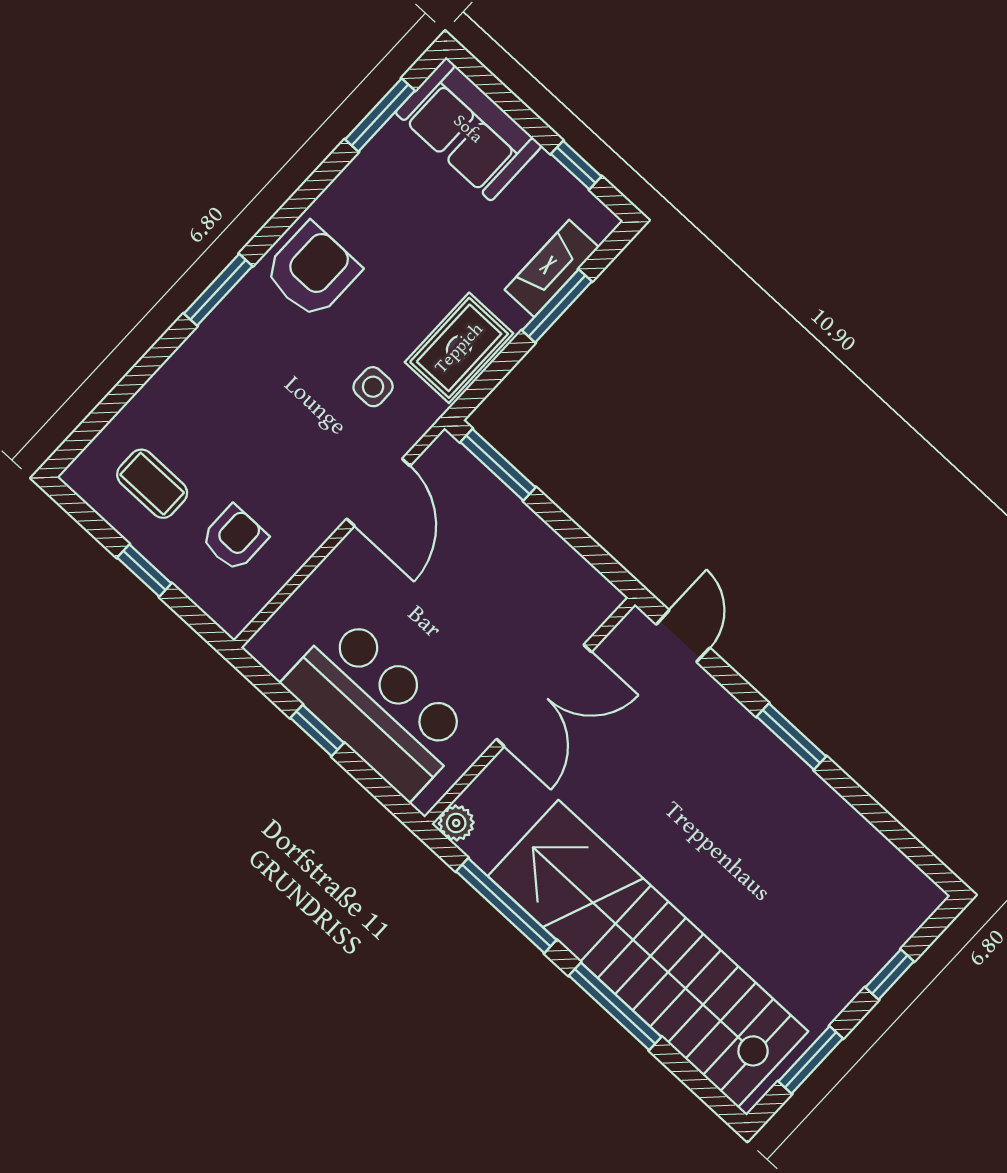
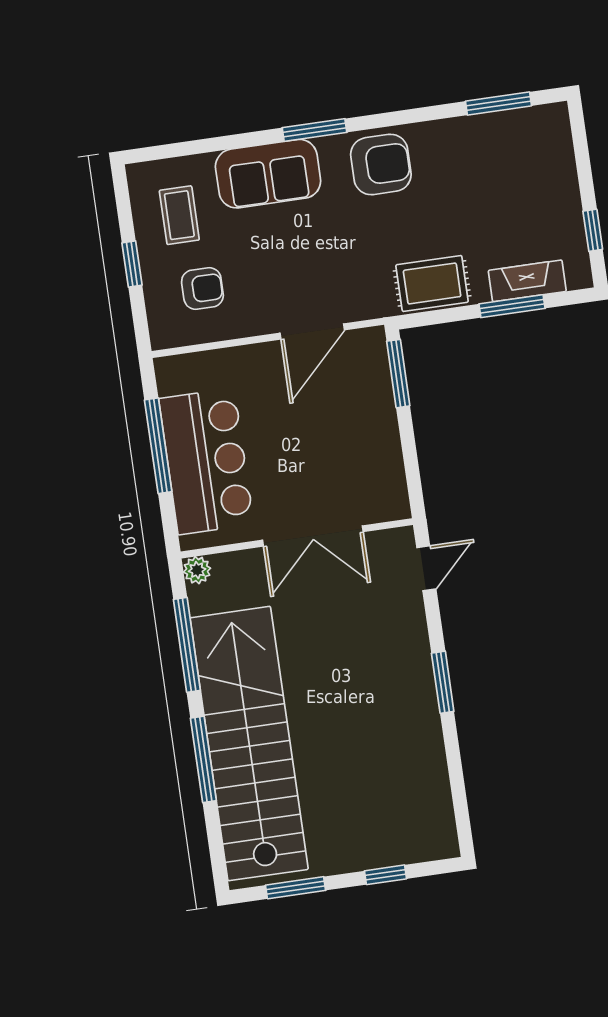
sofa: (468, 129) -> (268, 174), moved, turned -90
side table: (373, 387) -> (361, 265), removed
window: (317, 730) -> (158, 446), width x2.17

